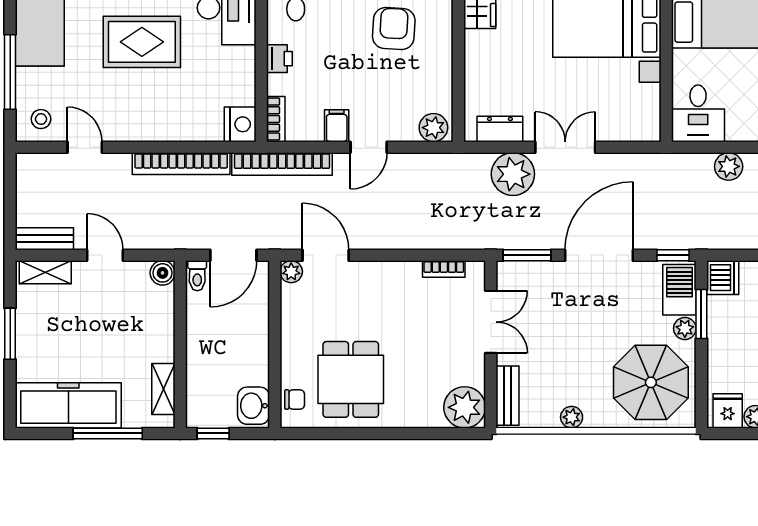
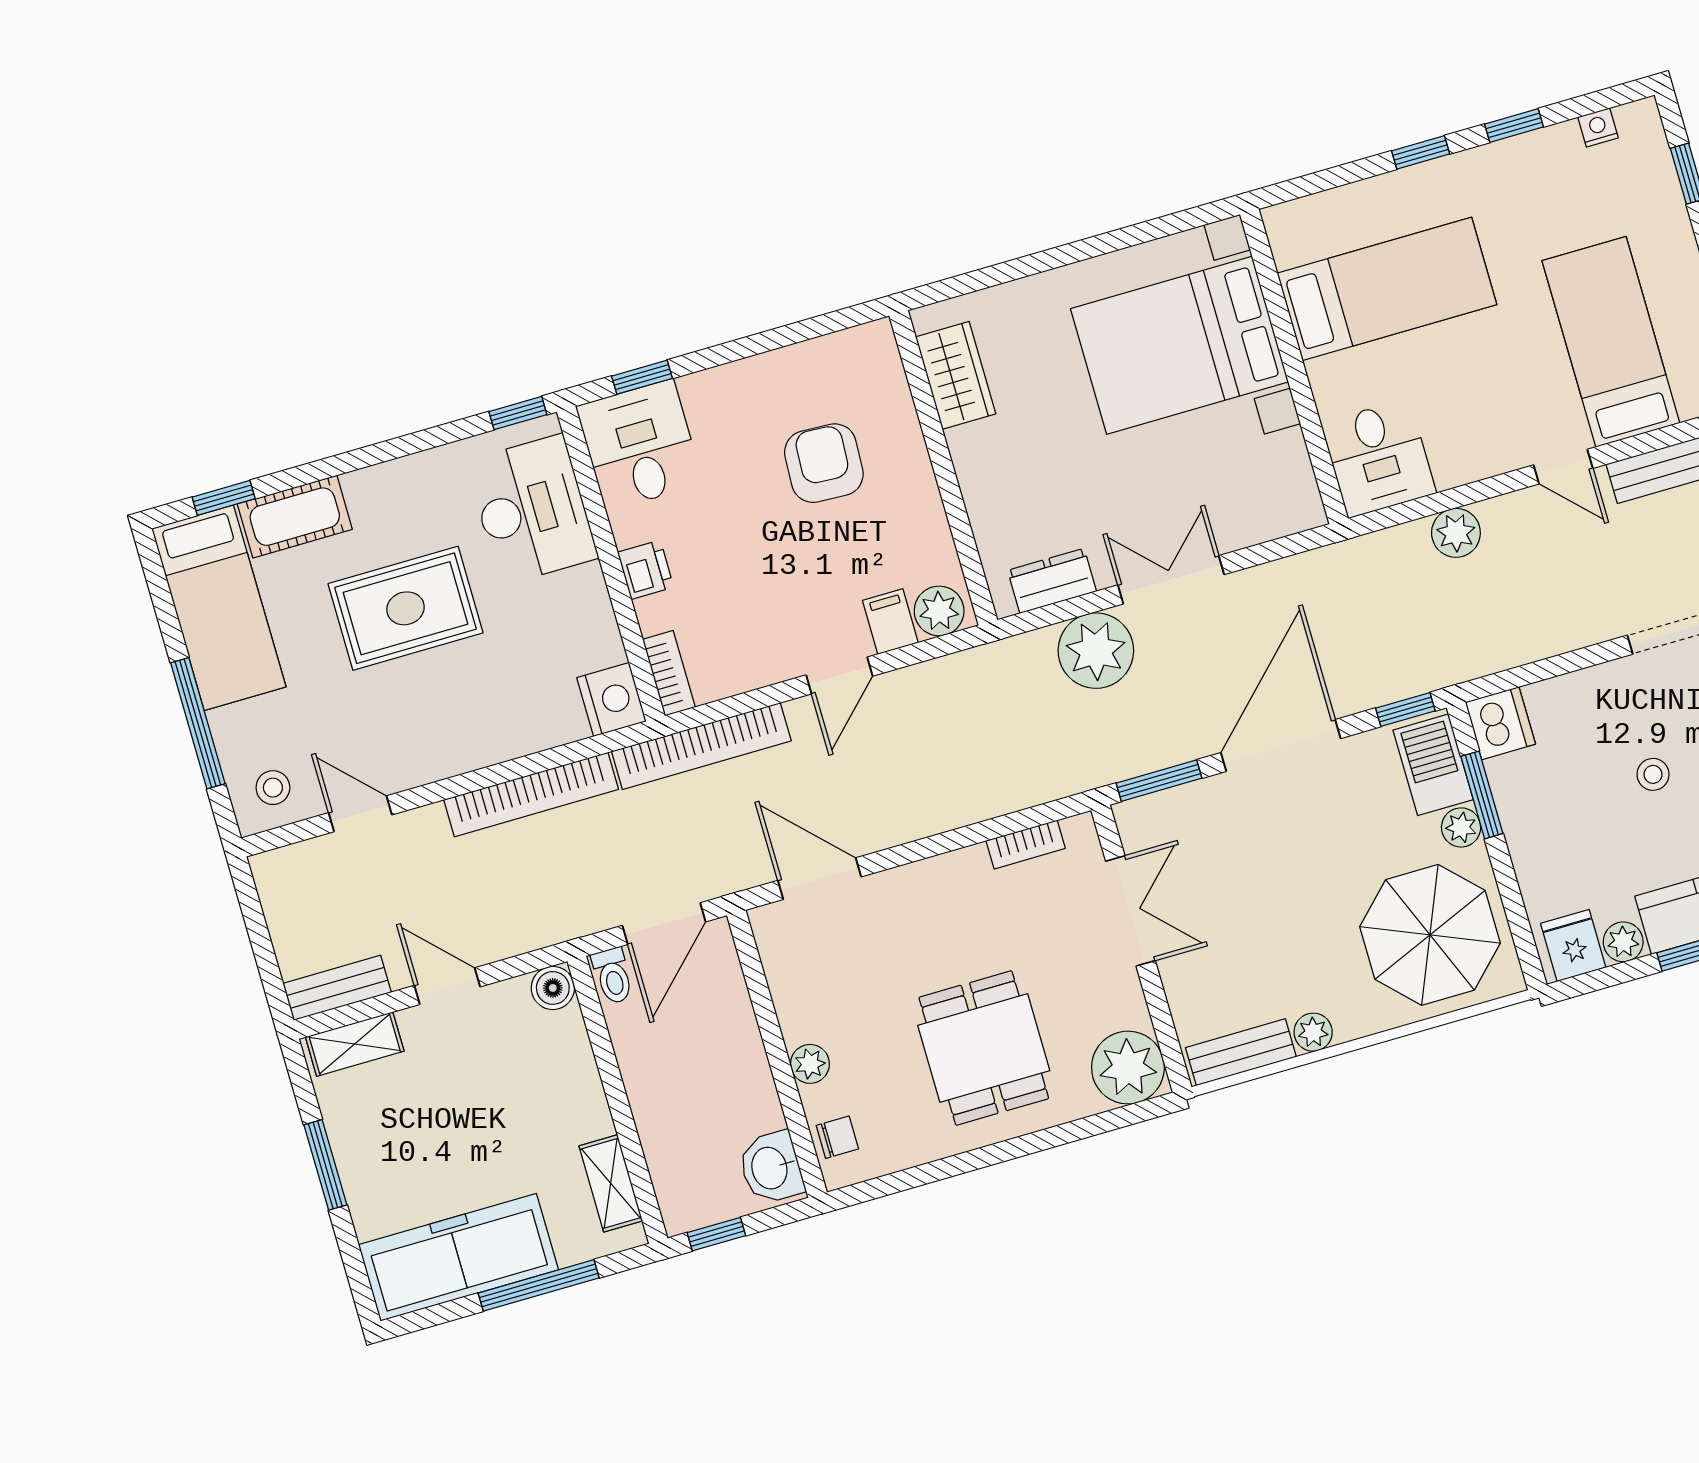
filing cabinet: (337, 126) -> (890, 622), moved
plant: (291, 272) -> (810, 1064), moved
dining table: (351, 379) -> (984, 1048), moved
bench: (507, 396) -> (1241, 1052), moved, turned 90

